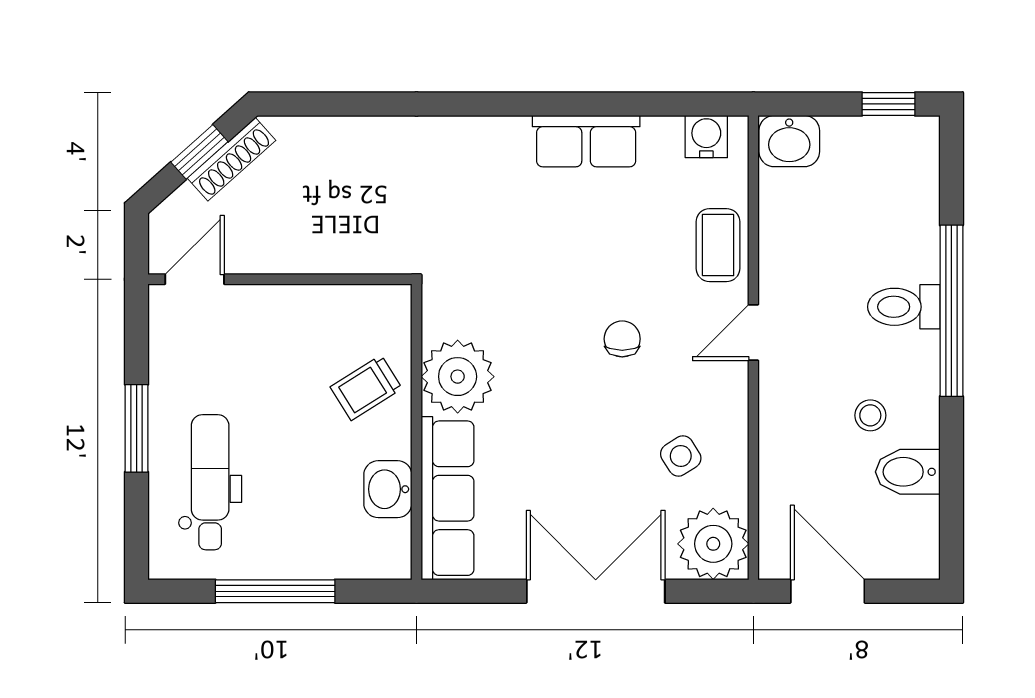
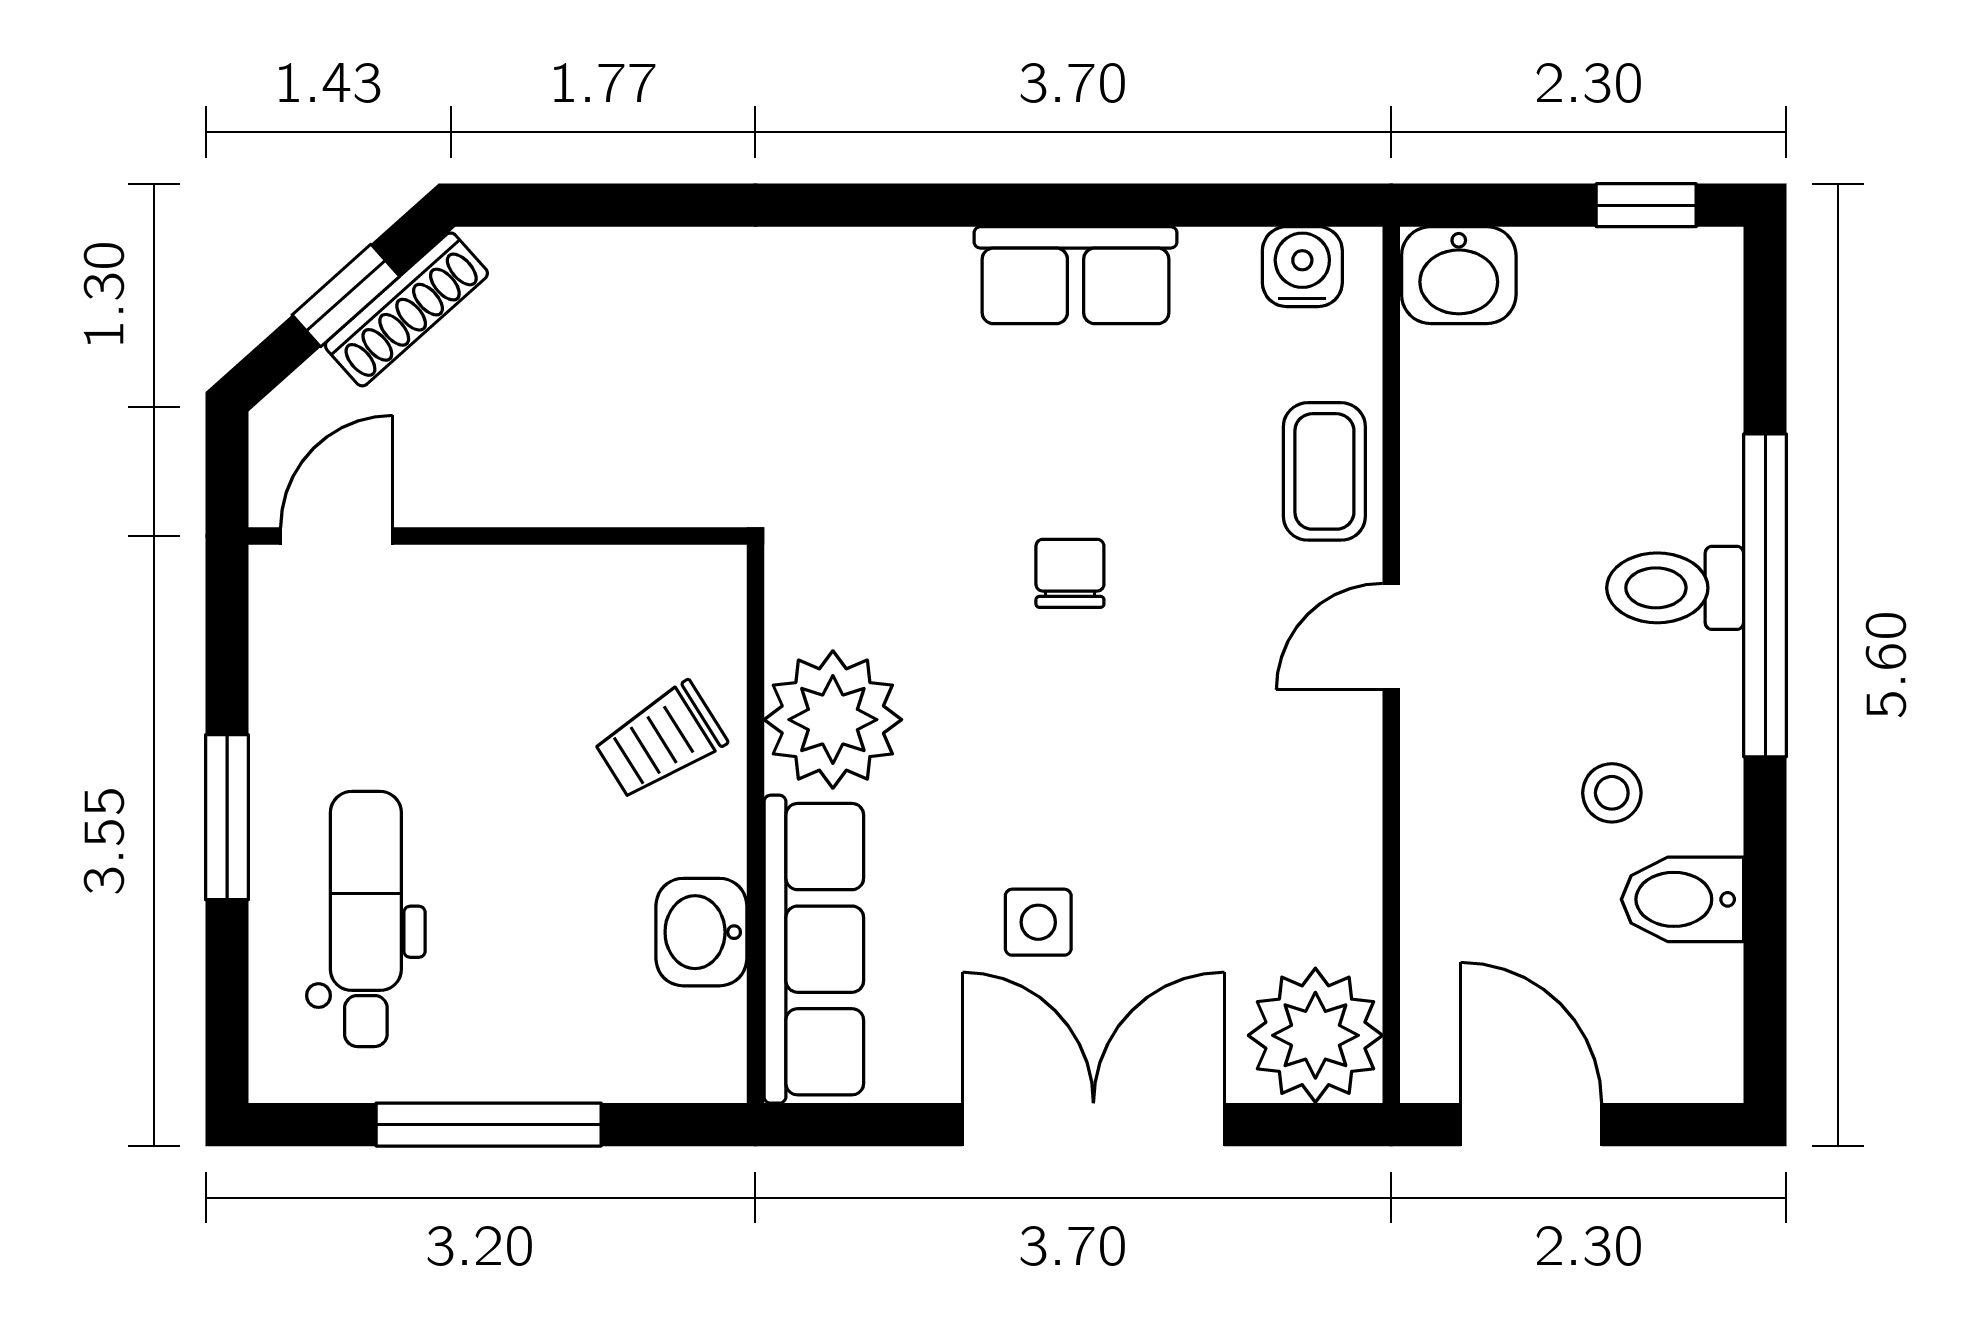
chair: (622, 339) -> (1070, 573), moved
side table: (681, 456) -> (1038, 922), moved, turned 32

